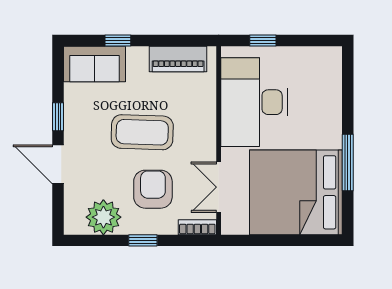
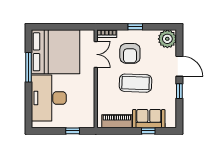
sofa: (95, 64) -> (149, 119), moved
desk: (254, 102) -> (49, 98), moved, turned 180
plant: (103, 217) -> (167, 39), moved

